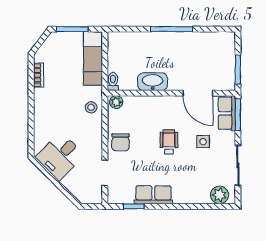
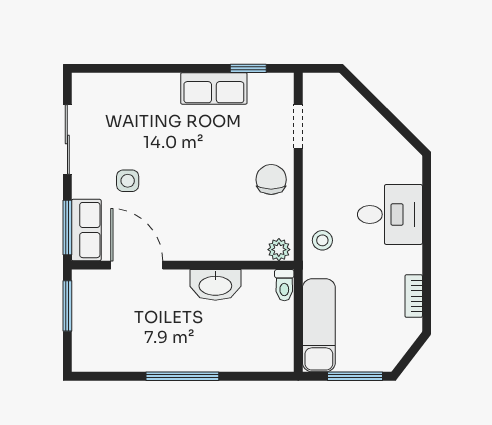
wheelchair: (169, 142) -> (187, 180), removed
desk: (60, 156) -> (390, 214), moved, turned 45
plant: (219, 195) -> (99, 88), removed

